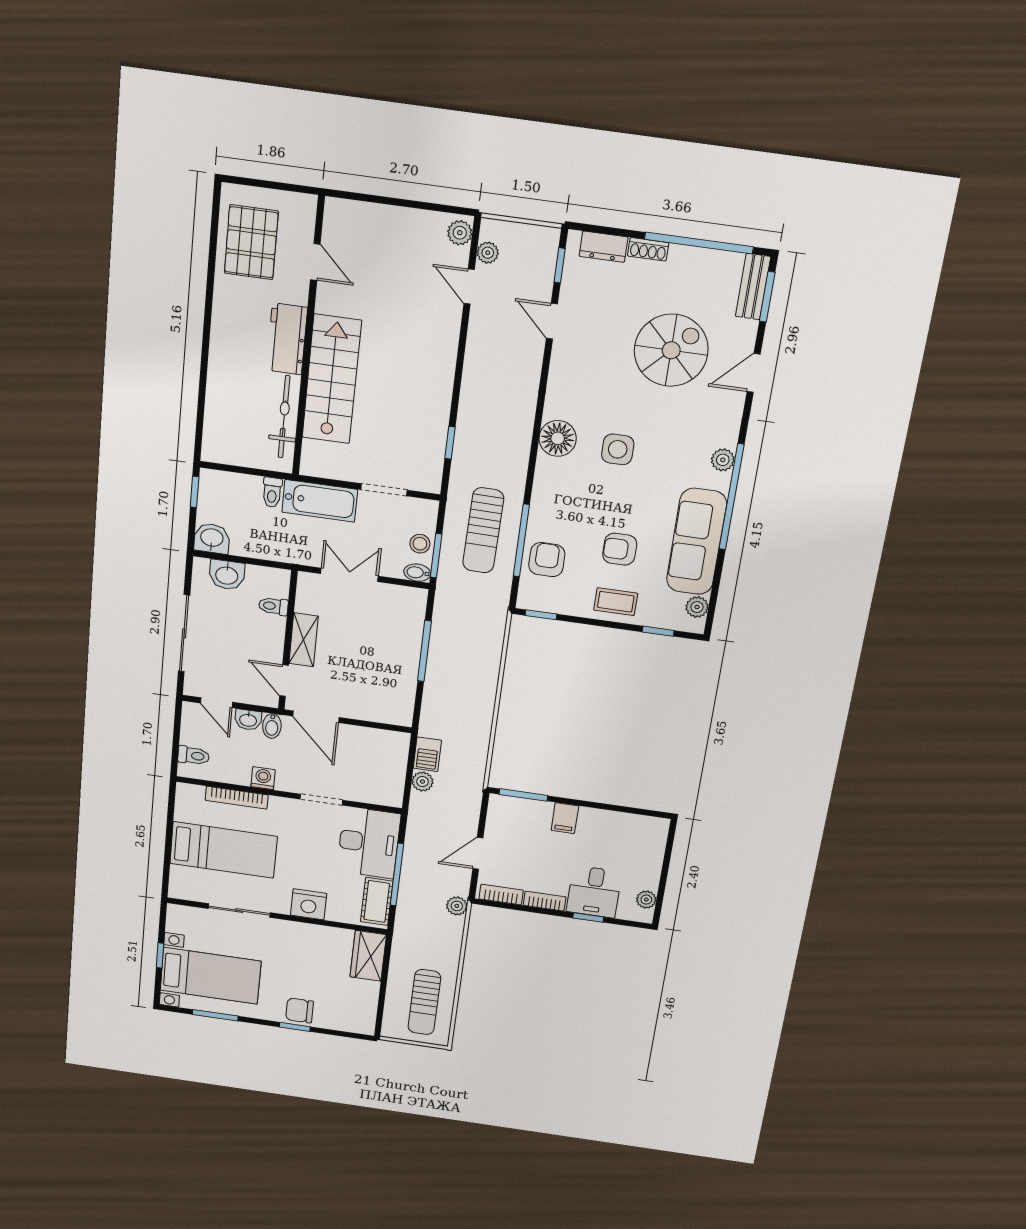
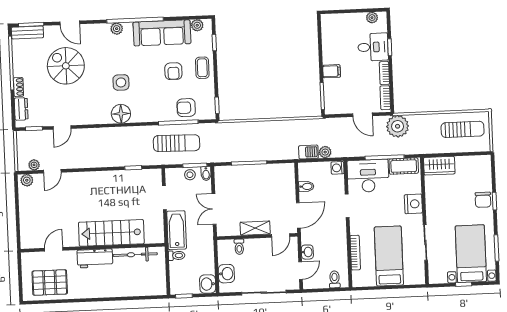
bidet: (272, 726) -> (306, 186), moved
washing machine: (263, 778) -> (337, 168), moved
plant: (457, 906) -> (398, 126), width x1.87, depth x1.87

